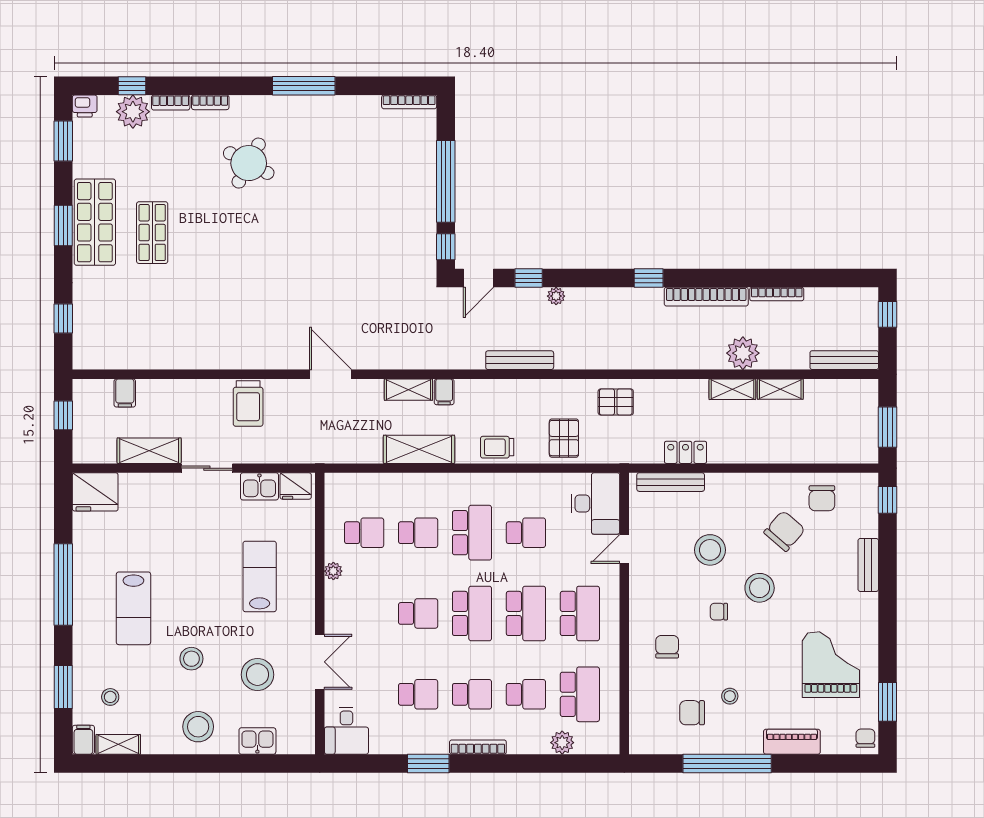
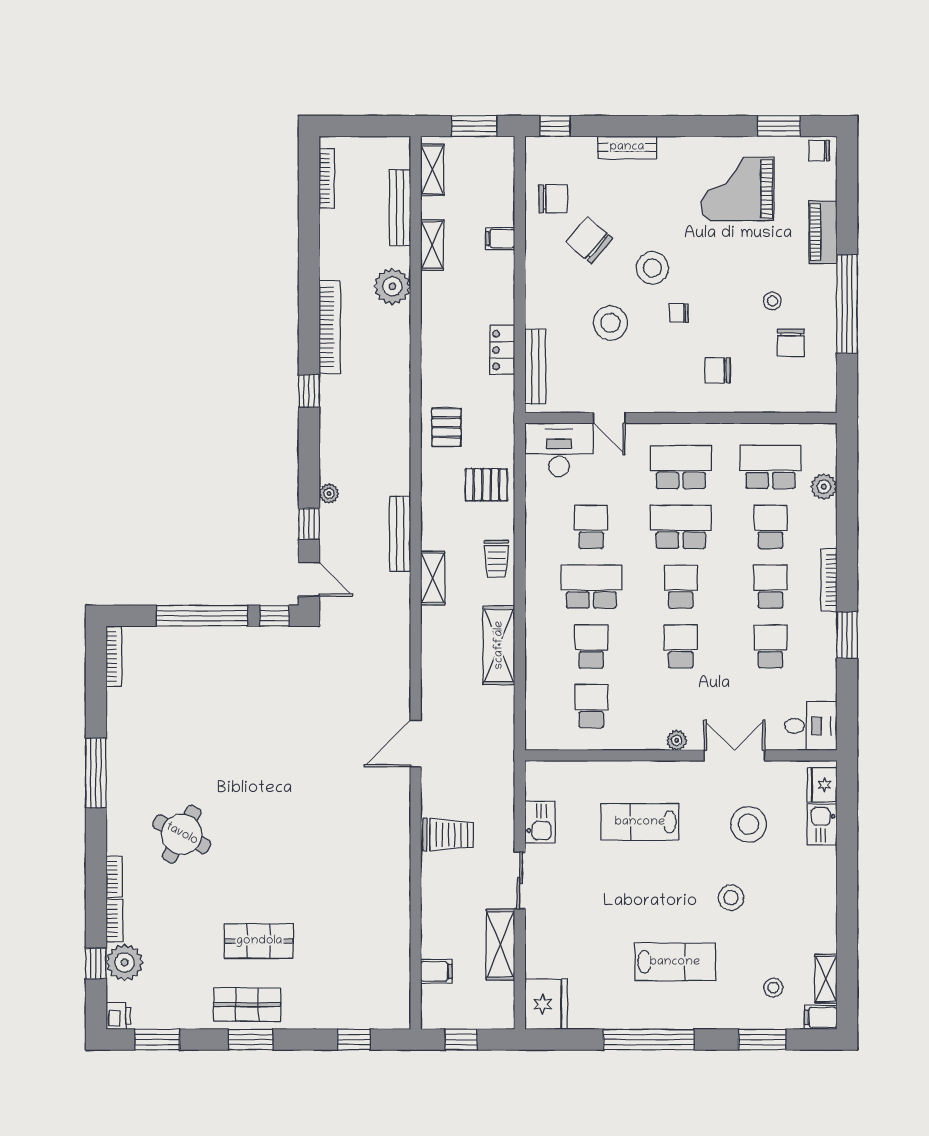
shop shelf: (95, 222) -> (247, 1005), width x0.70, depth x0.74
bookcase: (777, 294) -> (327, 178), moved
window: (888, 314) -> (349, 126), removed
bench: (844, 360) -> (400, 207), moved
shelving: (732, 389) -> (432, 170), moved
shelving: (408, 390) -> (433, 578), moved
filing cabinet: (444, 392) -> (500, 239), moved, turned 180
fridge: (296, 486) -> (822, 785), moved, turned 180
plant: (333, 571) -> (677, 740), moved
chair: (719, 612) -> (679, 313), turned 90
school desk: (472, 613) -> (681, 587), width x0.54
stool: (198, 727) -> (806, 890), removed

